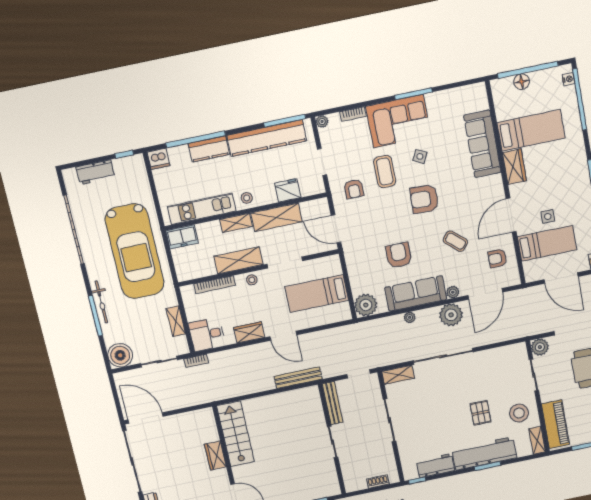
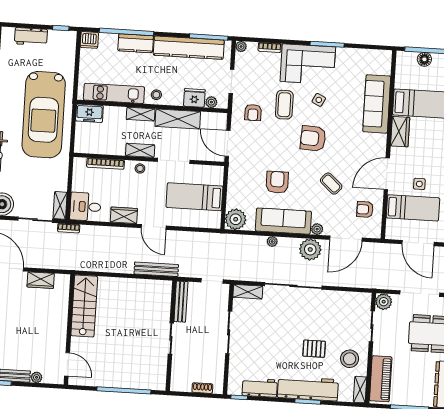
plant: (307, 190) -> (211, 102), added
shelving: (238, 260) -> (140, 150), width x0.67, depth x0.75
shelving: (176, 321) -> (60, 205), moved
pallet: (481, 413) -> (314, 349), turned 90
wardrobe: (215, 456) -> (41, 280), moved, turned -90

